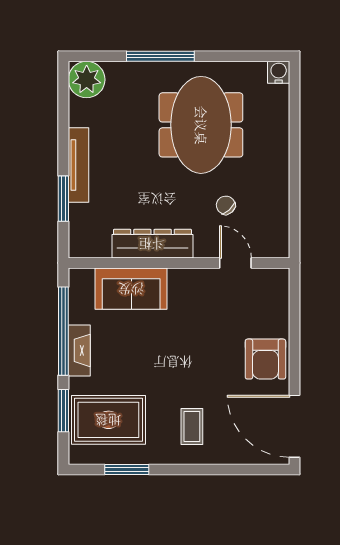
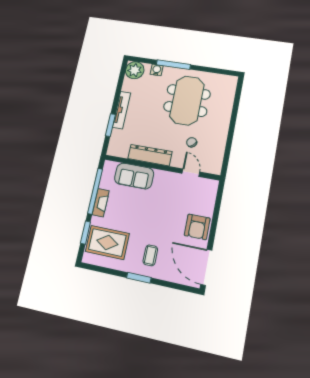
water cooler: (279, 72) -> (157, 70), moved
window: (127, 470) -> (139, 278), moved

